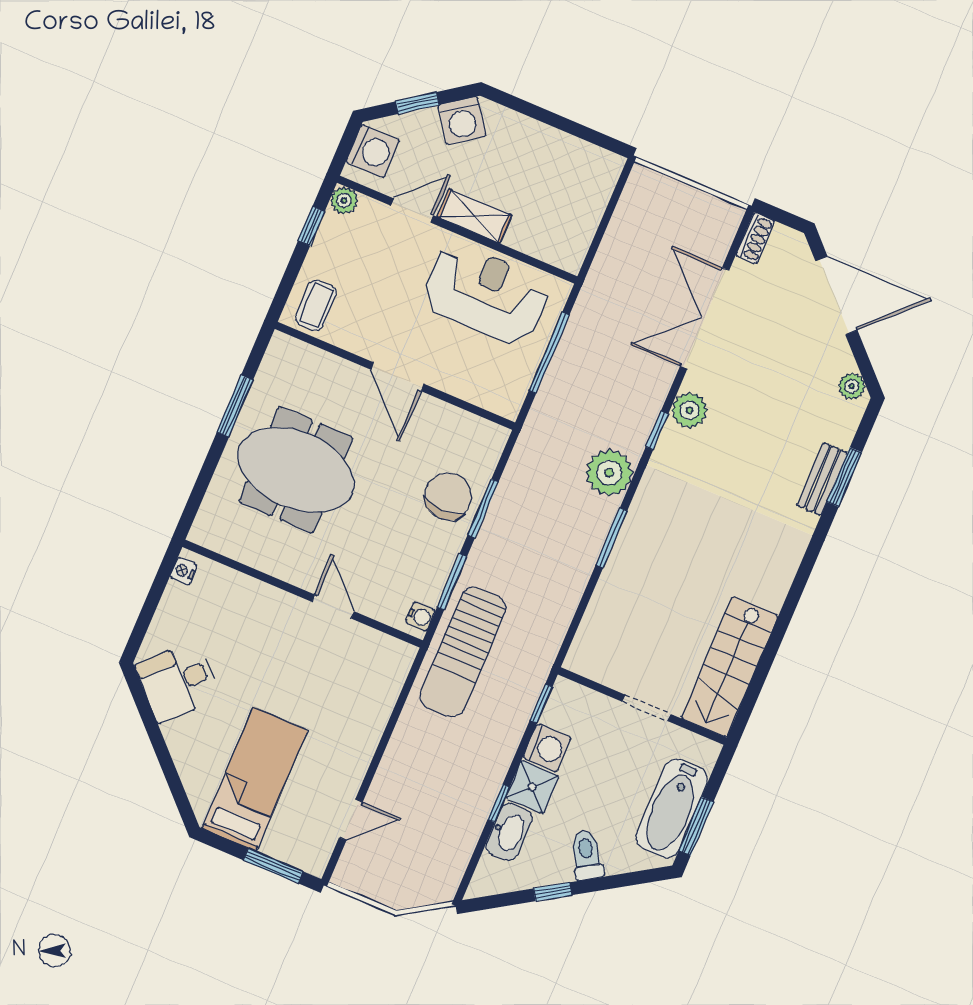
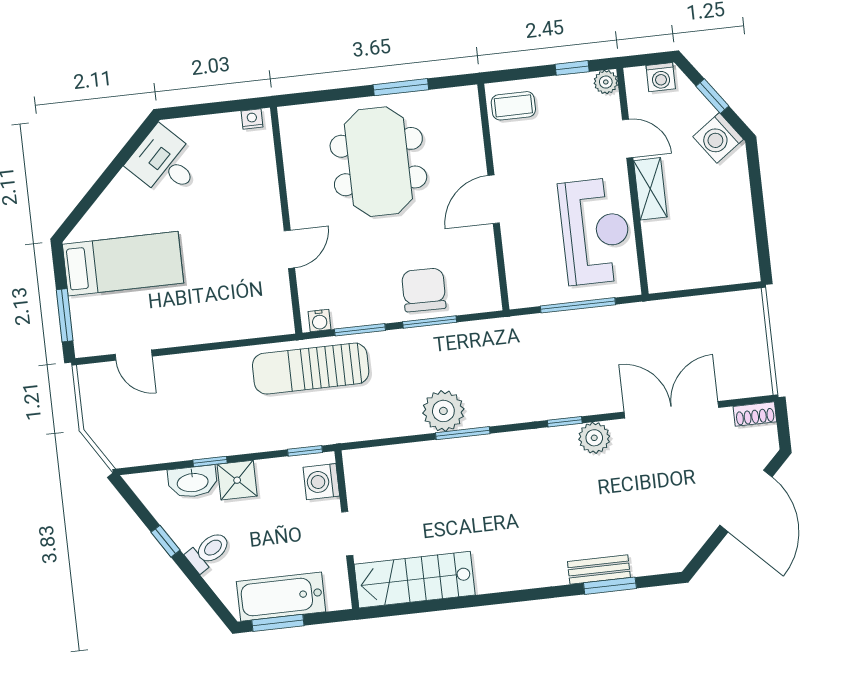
washing machine: (373, 151) -> (661, 77), width x0.73, depth x0.73
plant: (852, 386) -> (683, 552), removed
plant: (609, 473) -> (443, 411), moved
chair: (448, 496) -> (424, 290), turned -90
washing machine: (547, 748) -> (321, 482), moved, turned 90

